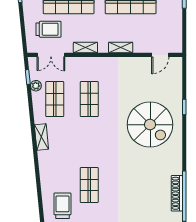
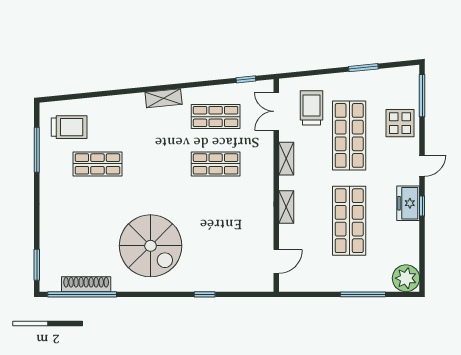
trolley: (48, 29) -> (312, 108), turned 180
door: (160, 55) -> (276, 261), swing flipped
plant: (36, 86) -> (234, 91), removed
spiral stairs: (150, 125) -> (151, 246), moved, turned -90

